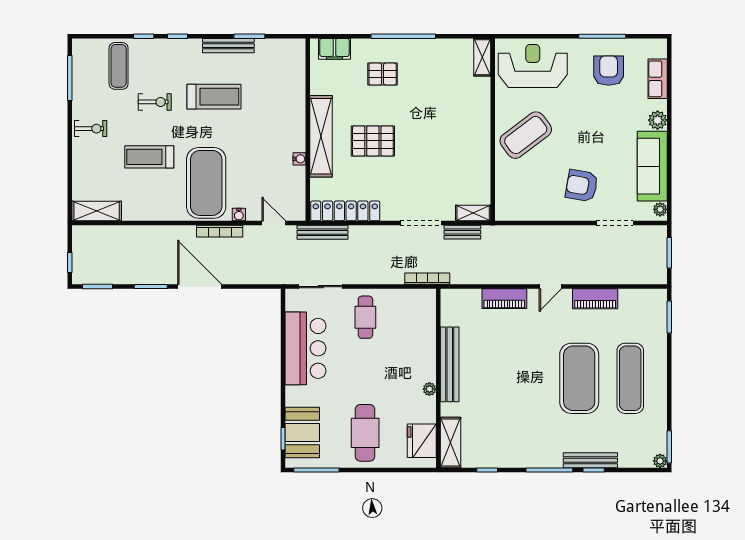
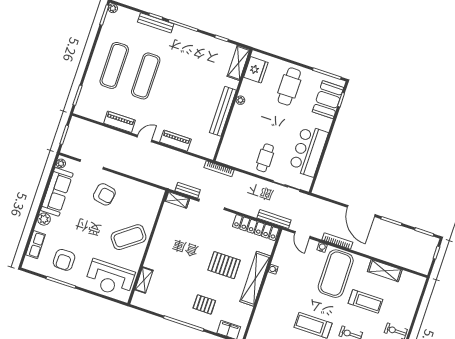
shelving: (482, 57) -> (144, 280), moved
shelving: (97, 211) -> (385, 271), moved
exercise mat: (579, 378) -> (146, 76), width x0.68

